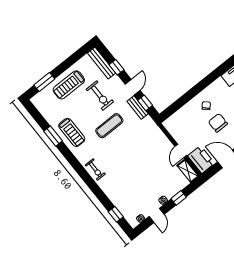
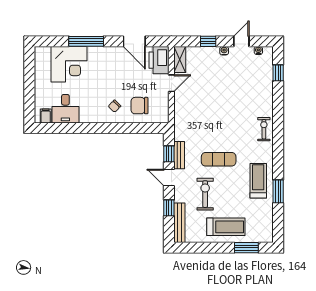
door: (133, 87) -> (169, 178), hinge flipped
chair: (218, 123) -> (140, 106), moved, turned 90

